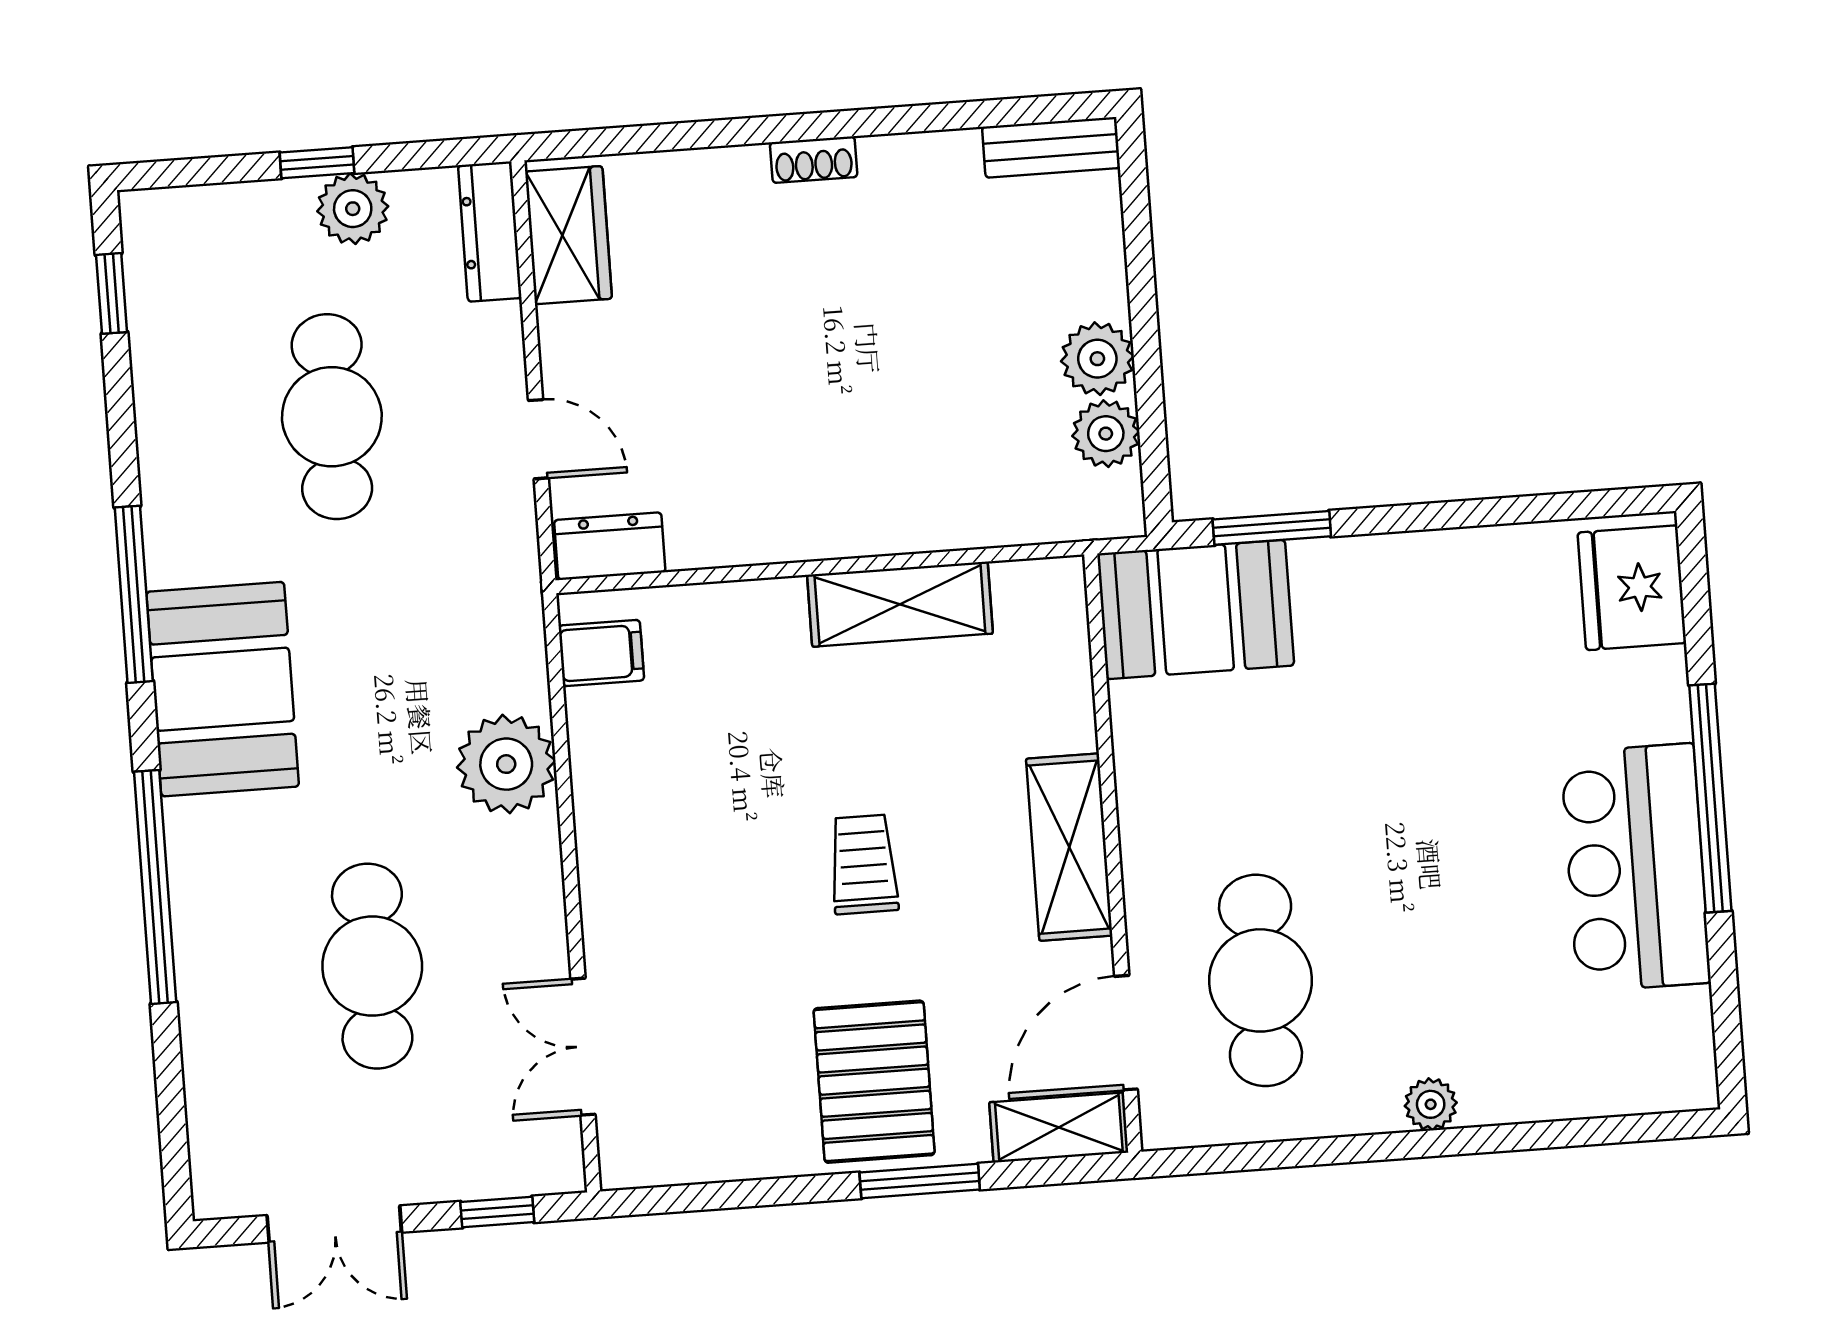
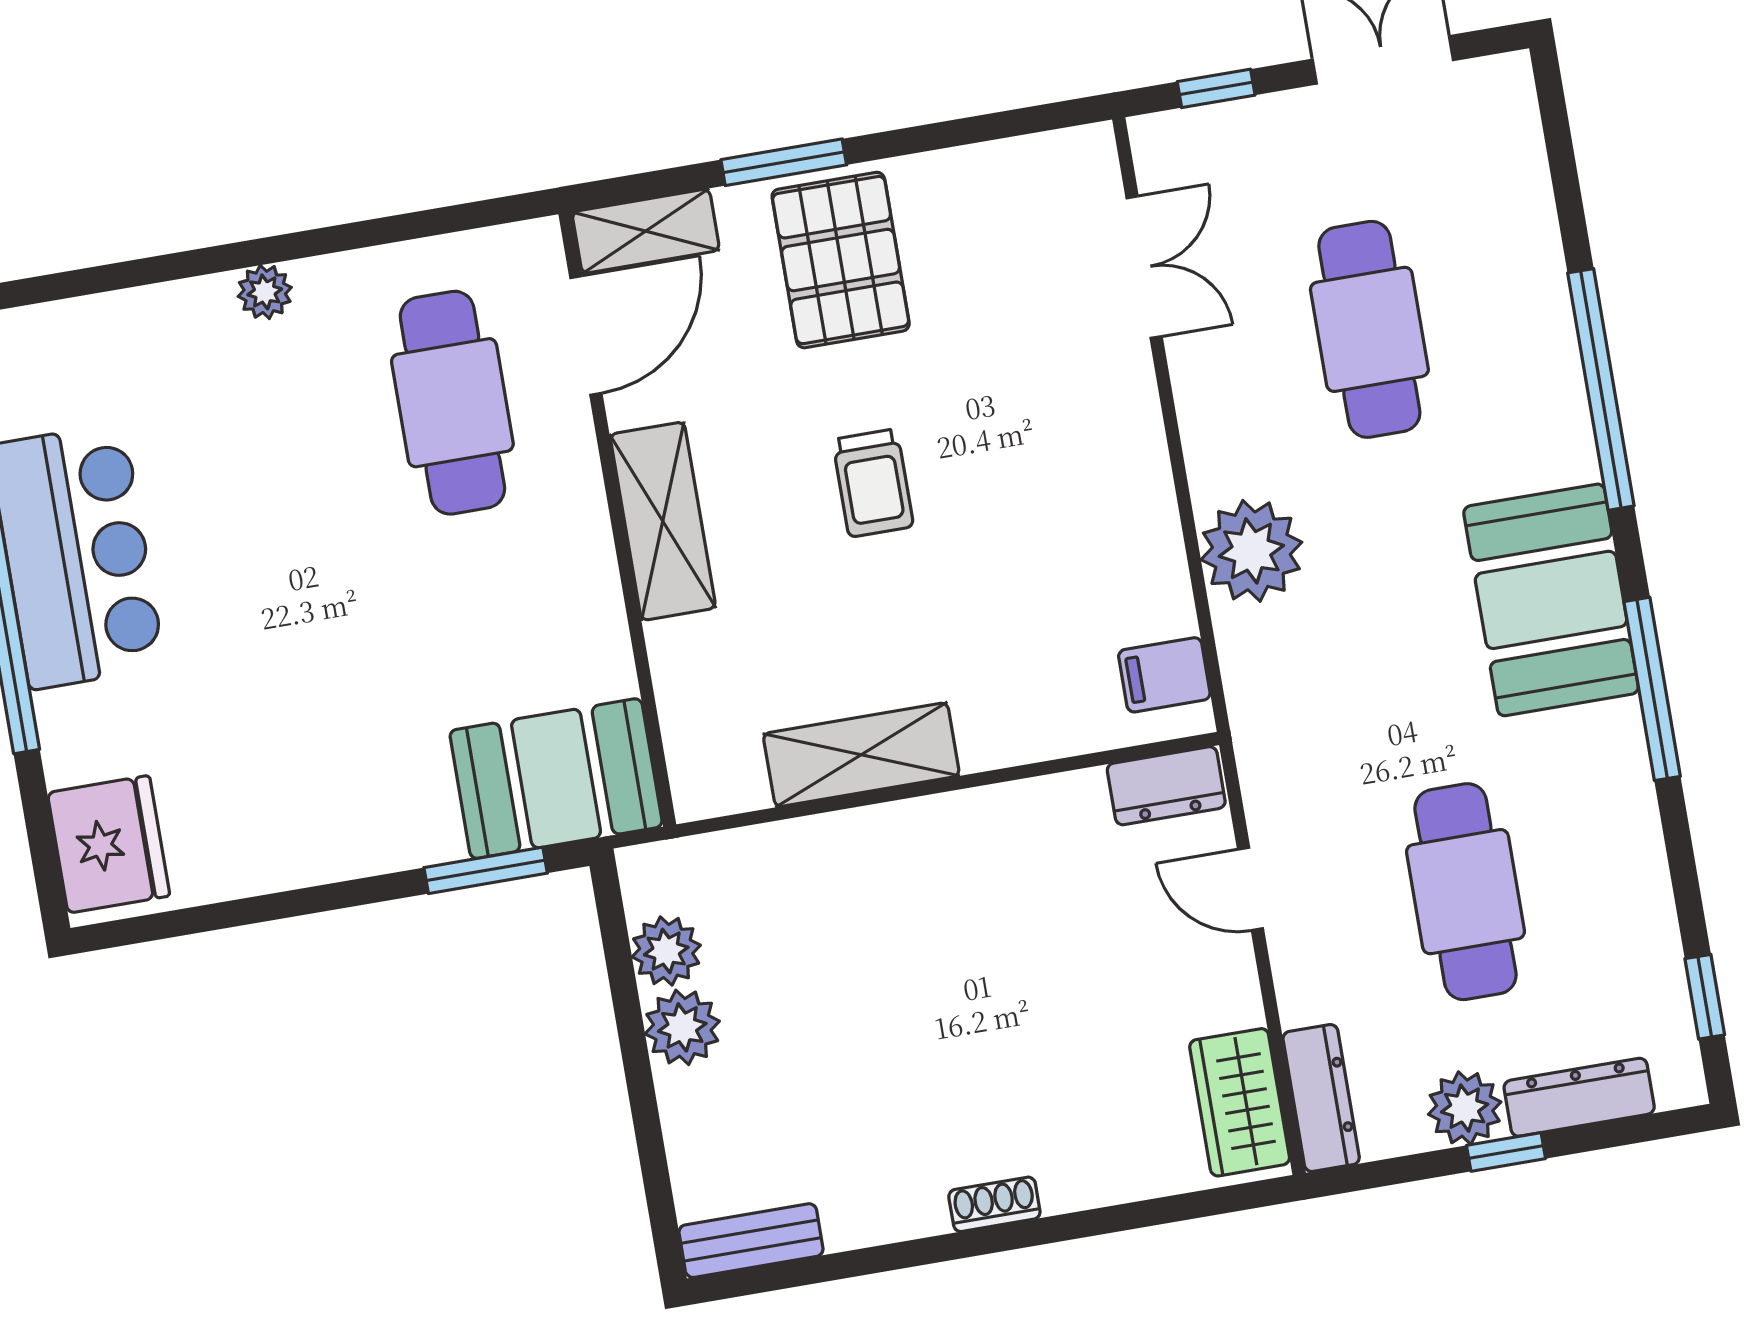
dresser: (242, 209) -> (1579, 1097), added

